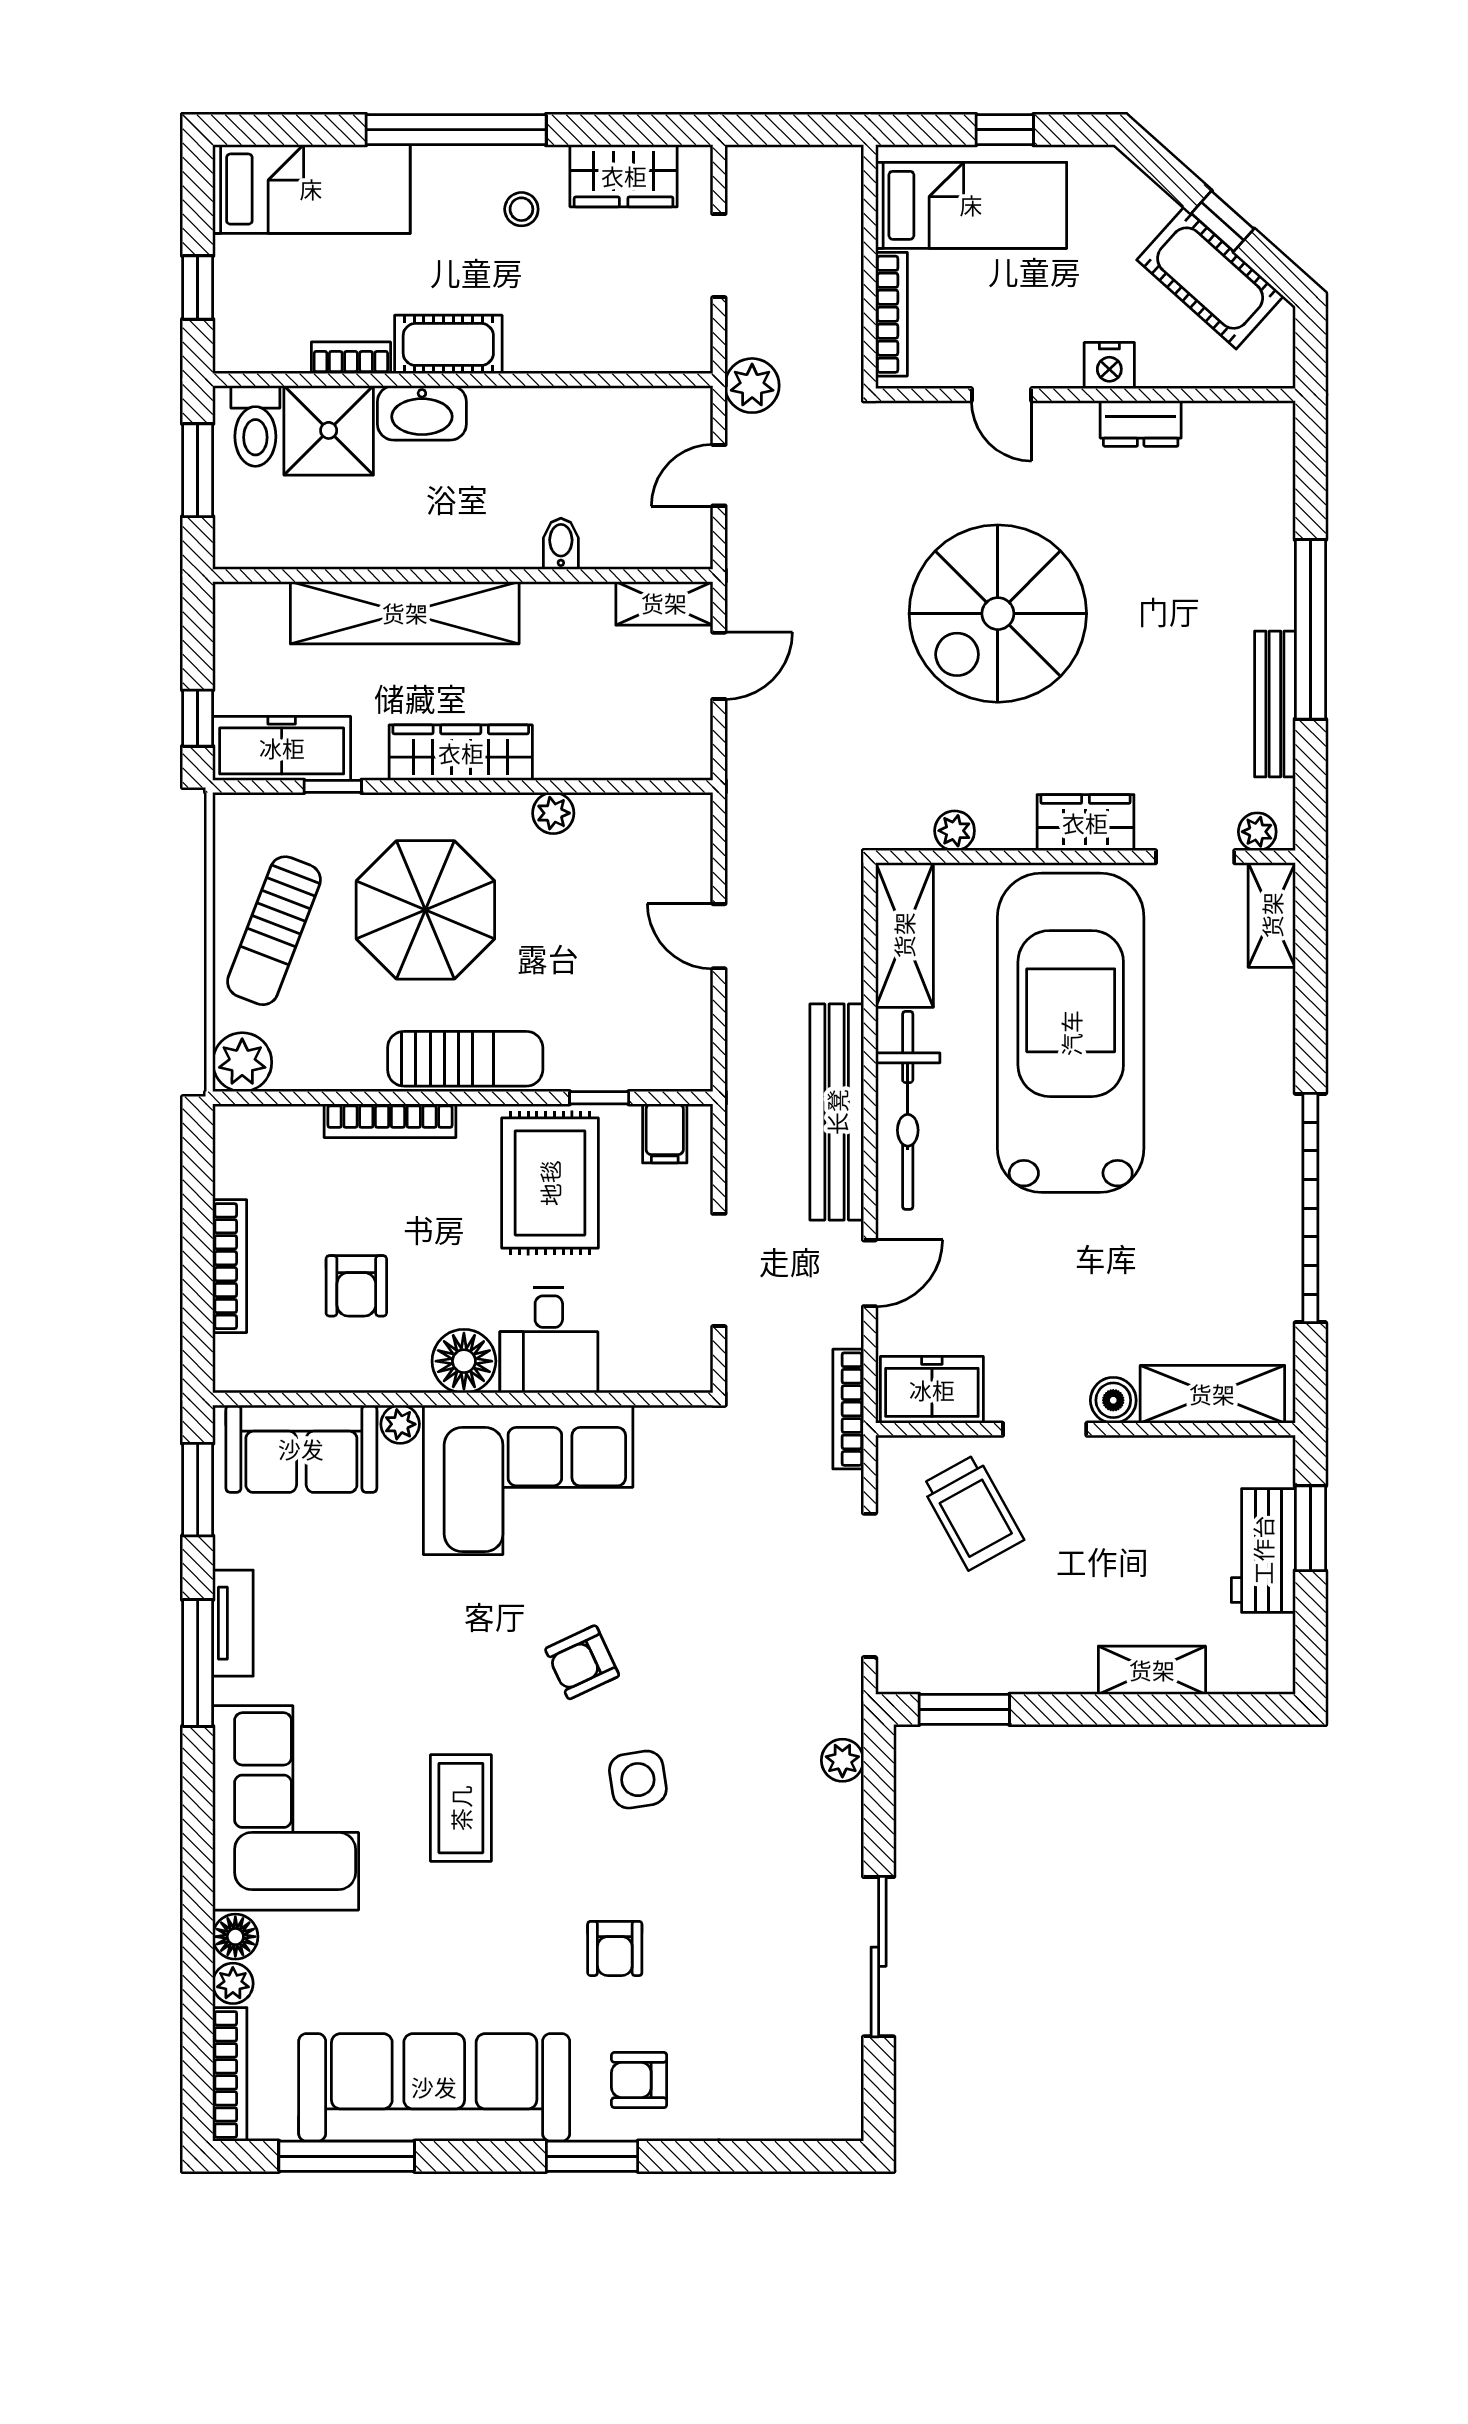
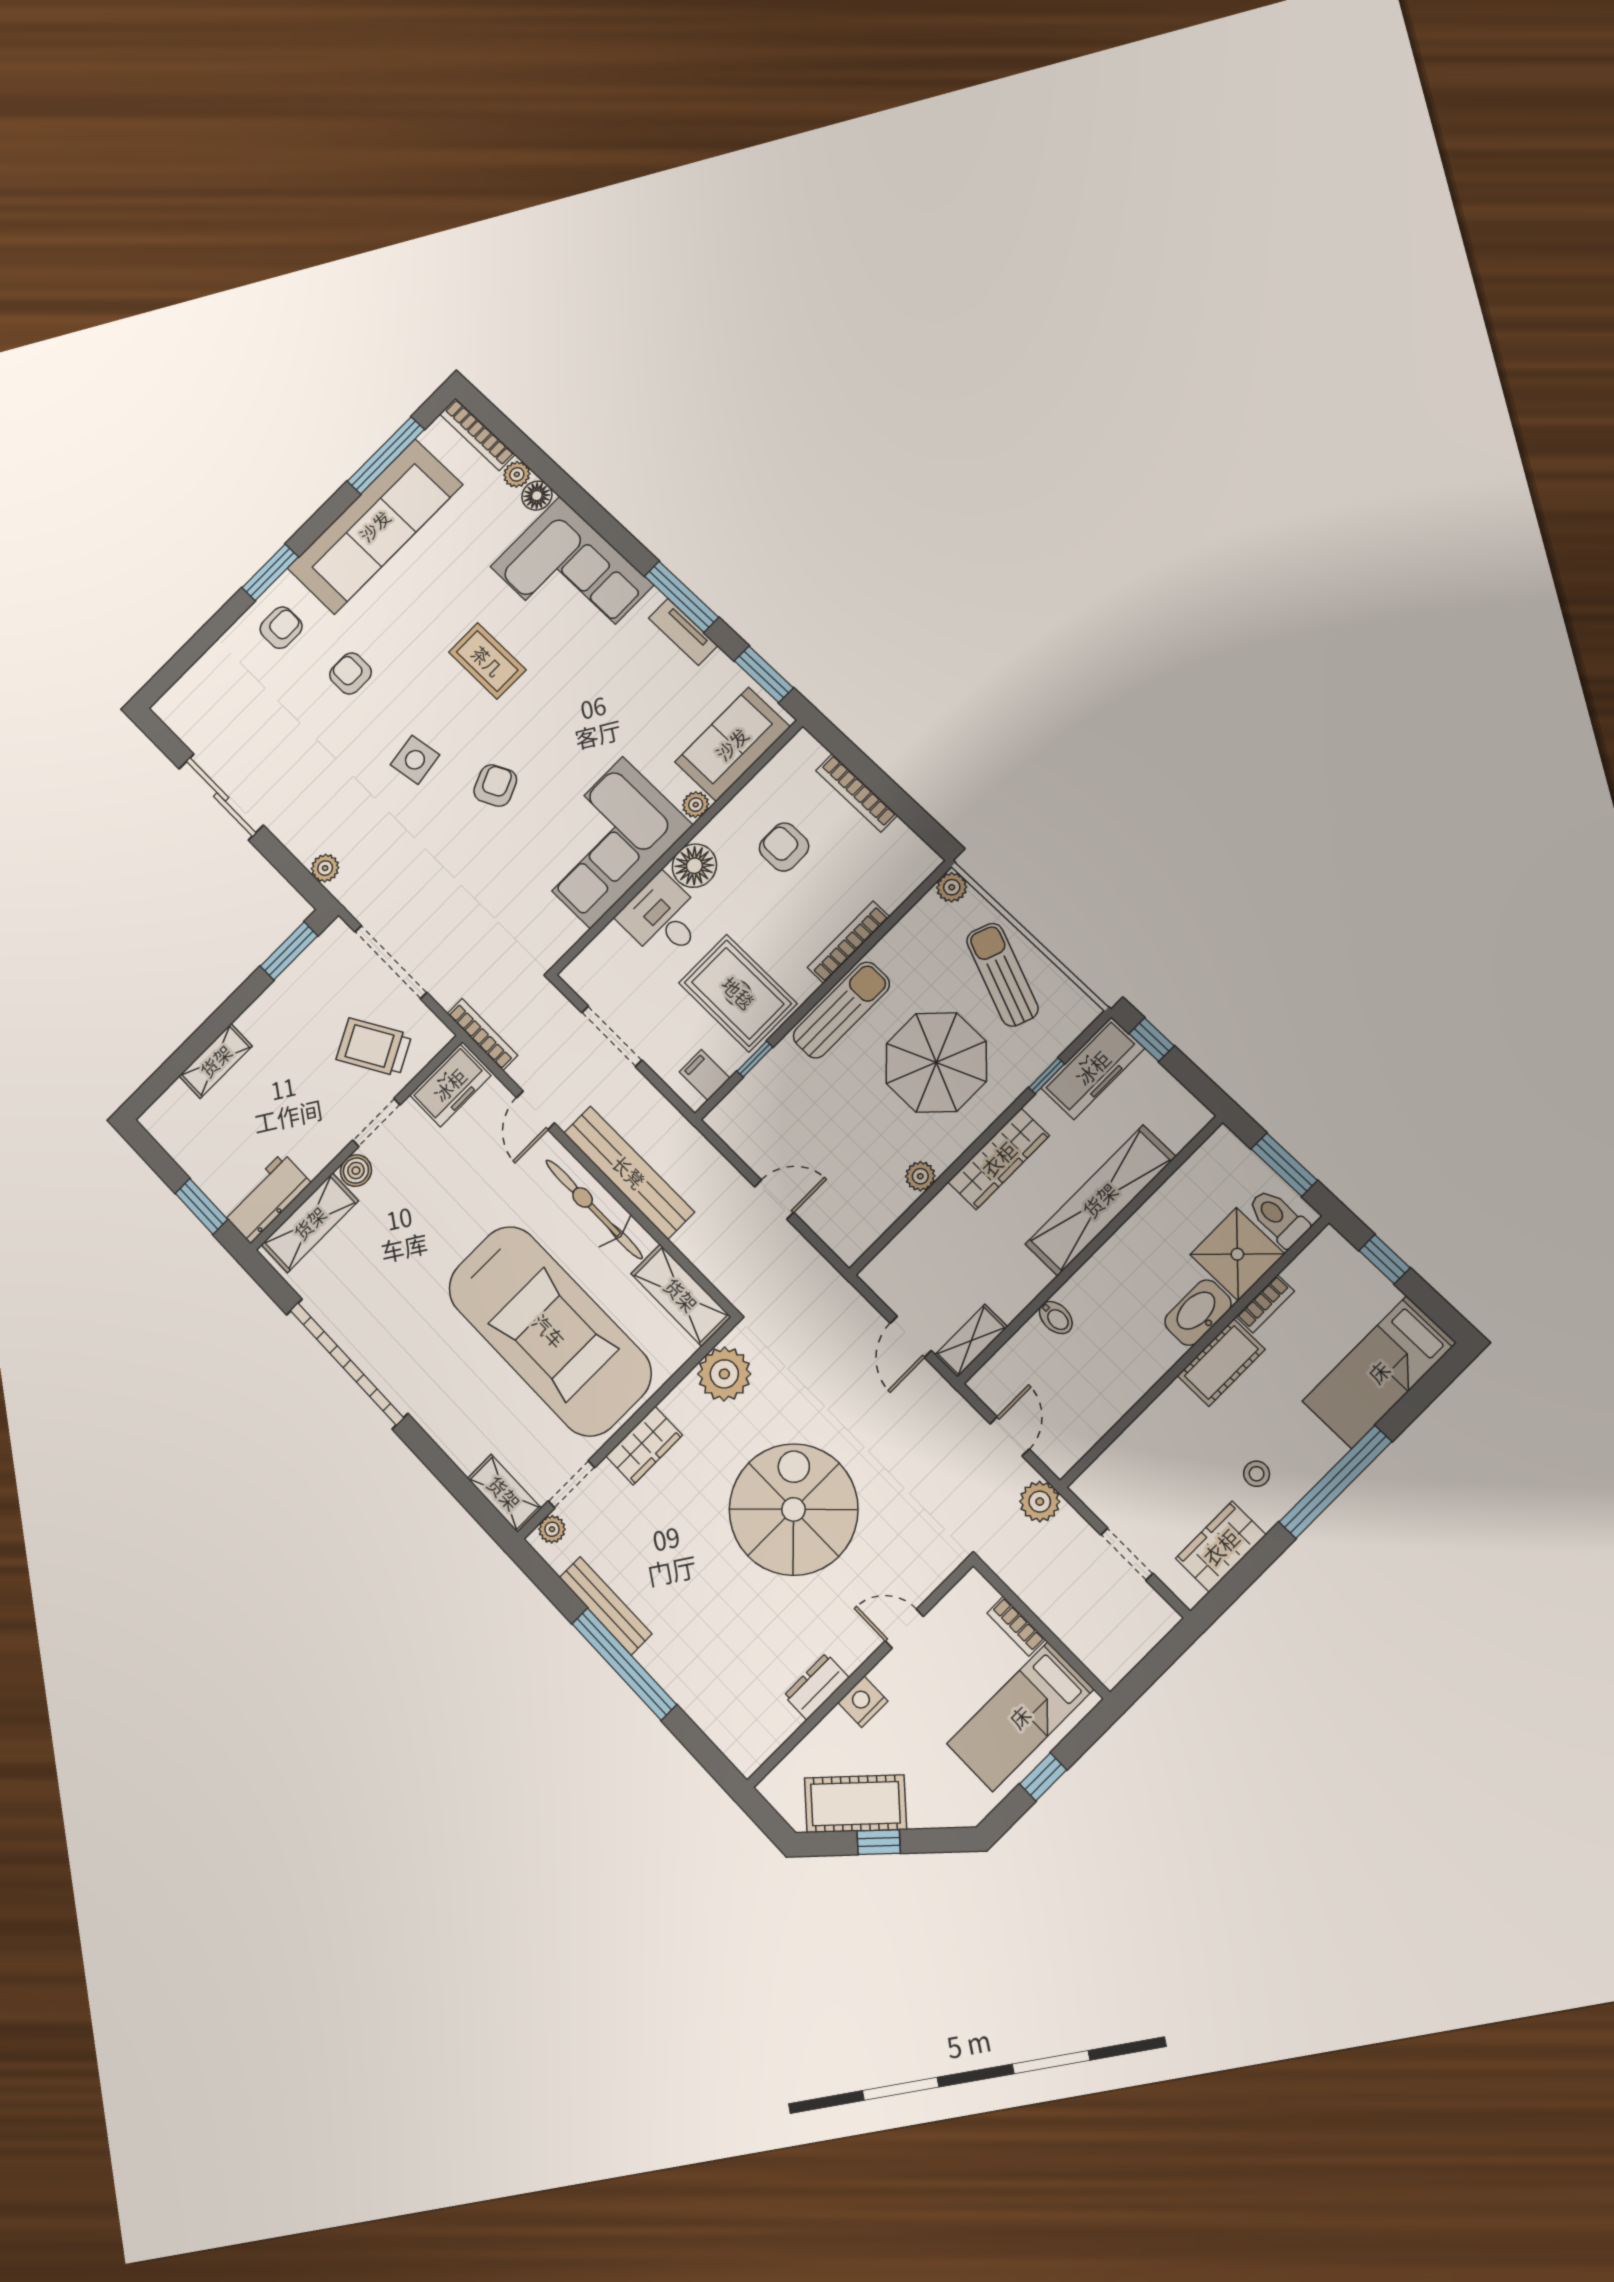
bookcase: (891, 314) -> (1016, 1626), width x0.64
plant: (955, 831) -> (724, 1374), width x1.87, depth x1.87
sun lounger: (465, 1059) -> (841, 1010), turned 180
plant: (242, 1062) -> (952, 887), width x0.73, depth x0.73
workbench: (1263, 1550) -> (266, 1198), moved, turned -90

